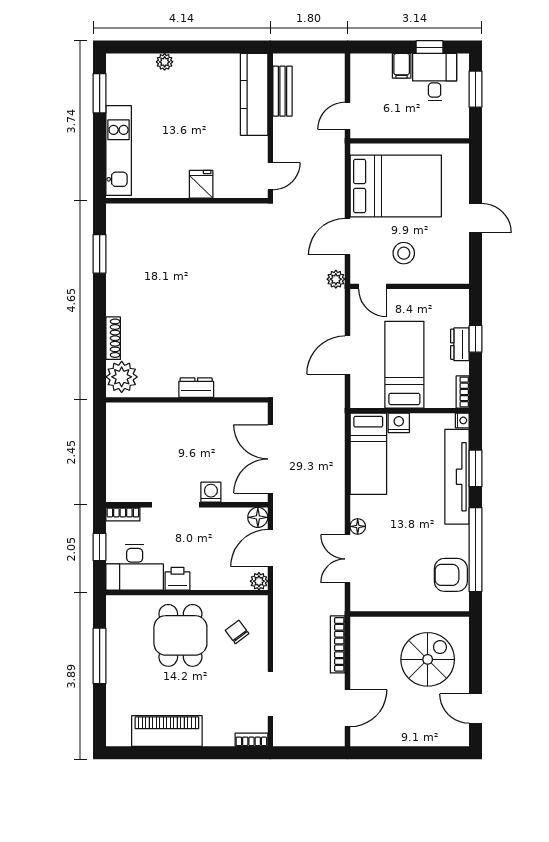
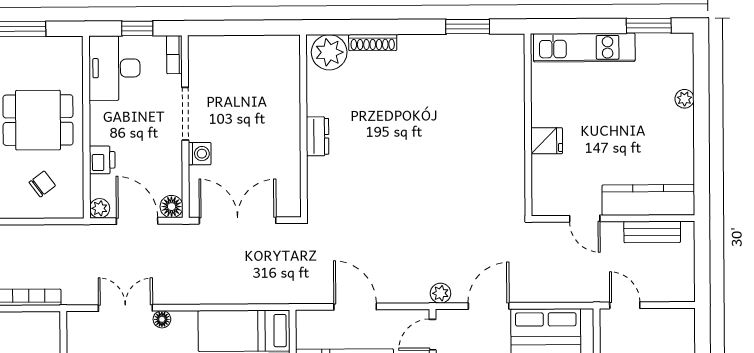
door: (270, 176) -> (585, 219), moved
door: (347, 237) -> (489, 306), hinge flipped
printer: (177, 579) -> (102, 160), moved

